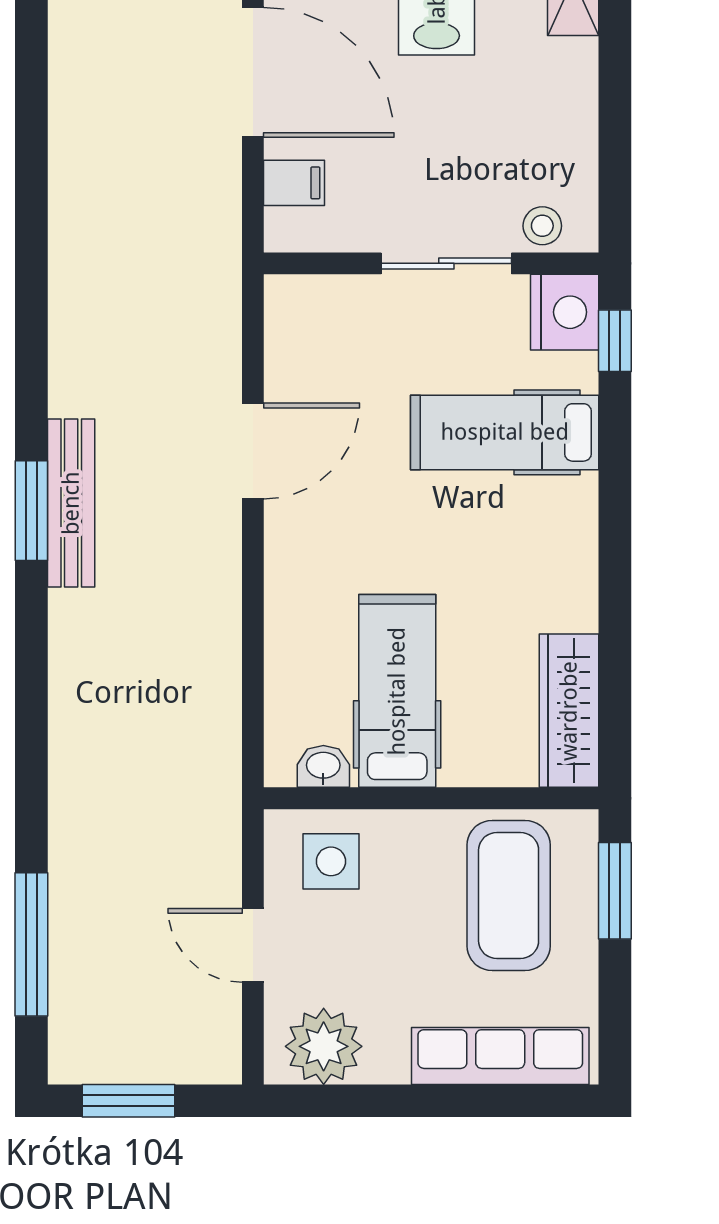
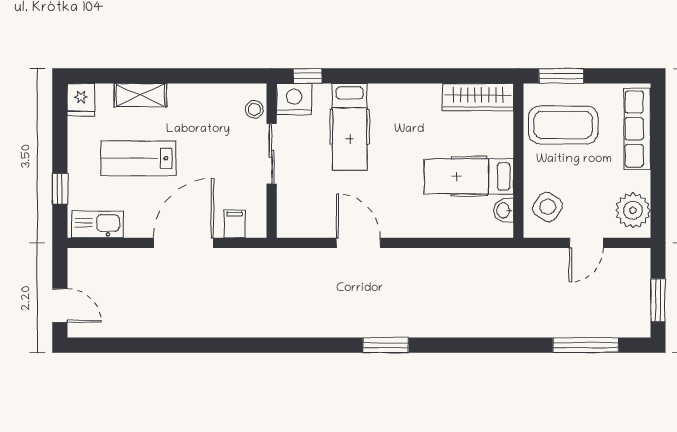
bench: (71, 503) -> (382, 327), removed
side table: (331, 861) -> (548, 207), turned 33

